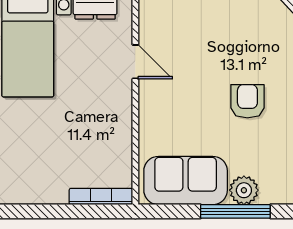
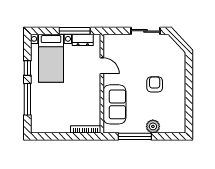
sofa: (186, 181) -> (114, 104), moved, turned 90
window: (235, 211) -> (135, 136), moved

